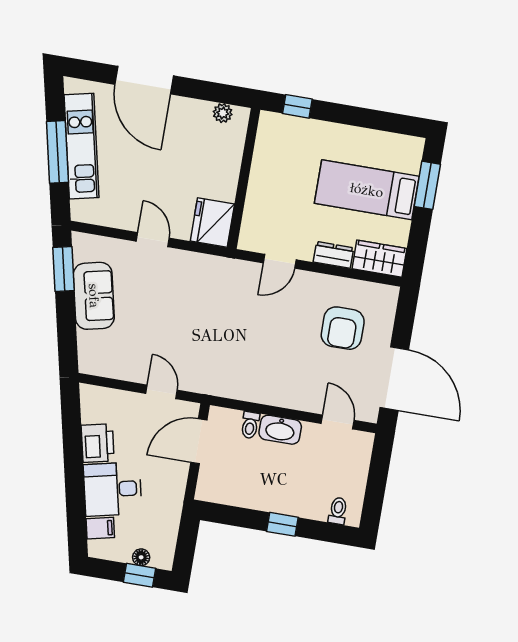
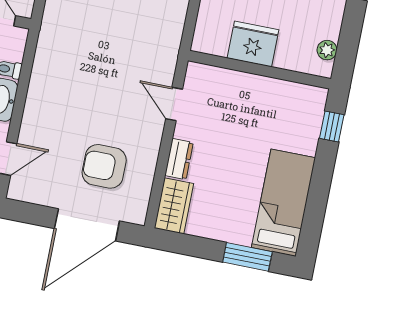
bed: (367, 190) -> (283, 203), moved
fridge: (212, 223) -> (253, 44), moved
door: (394, 379) -> (87, 225), moved

